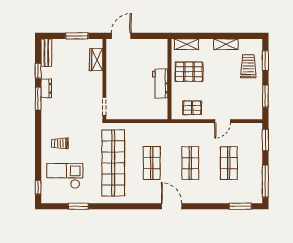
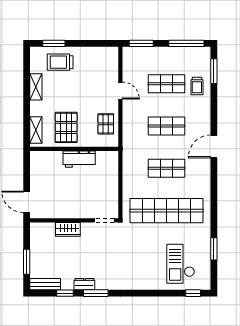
window: (77, 36) -> (27, 262), moved
wardrobe: (96, 60) -> (68, 229), moved
window: (265, 96) -> (93, 43), removed
trolley: (60, 143) -> (197, 86), moved

